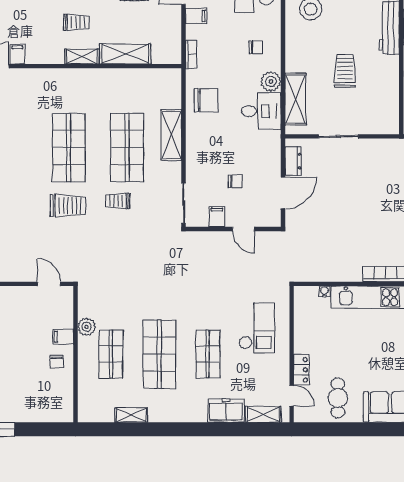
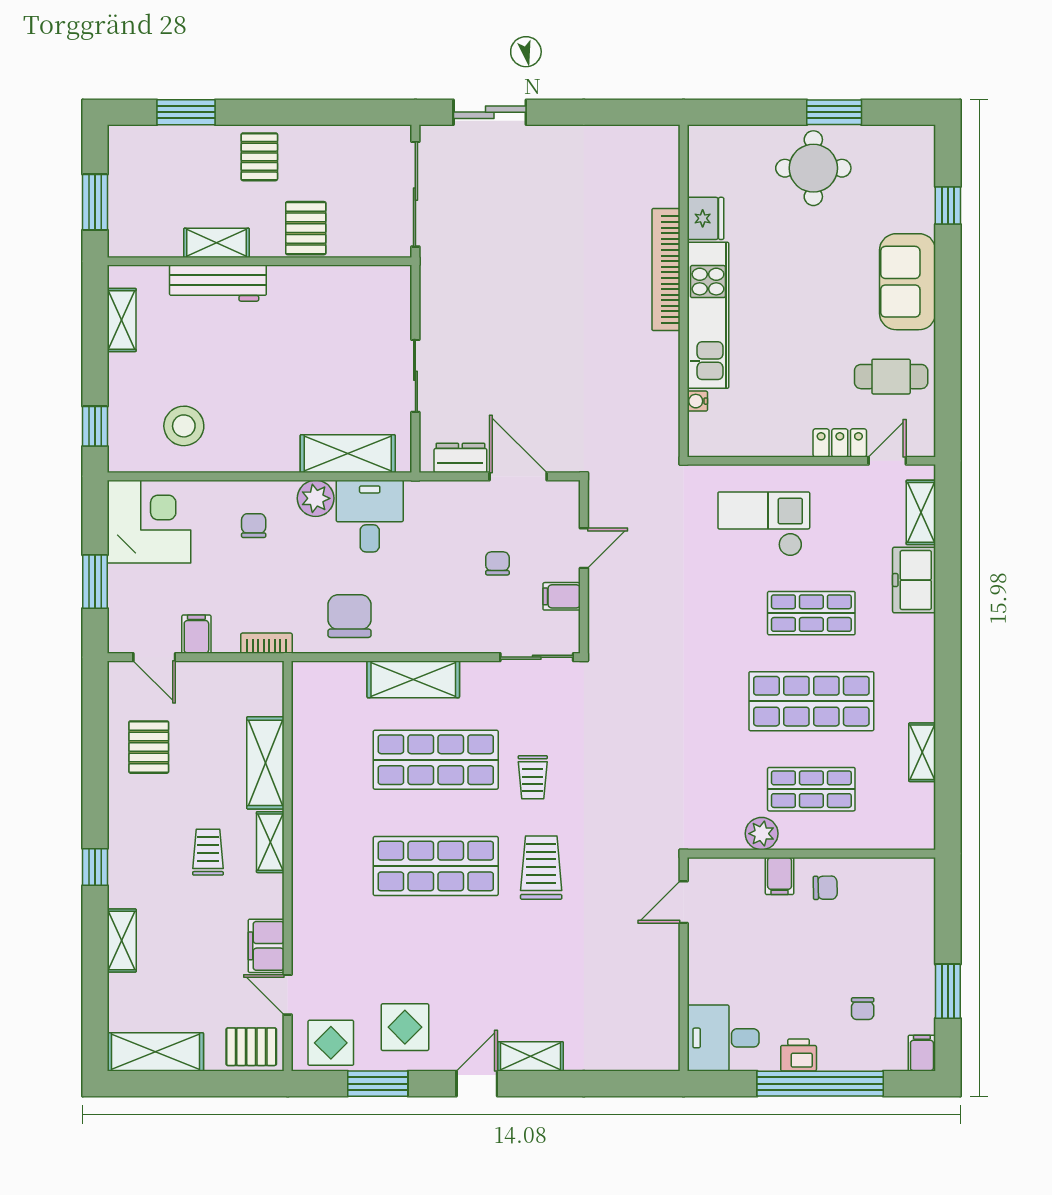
filing cabinet: (17, 54) -> (266, 946), width x2.00
trolley: (345, 71) -> (296, 364), removed

